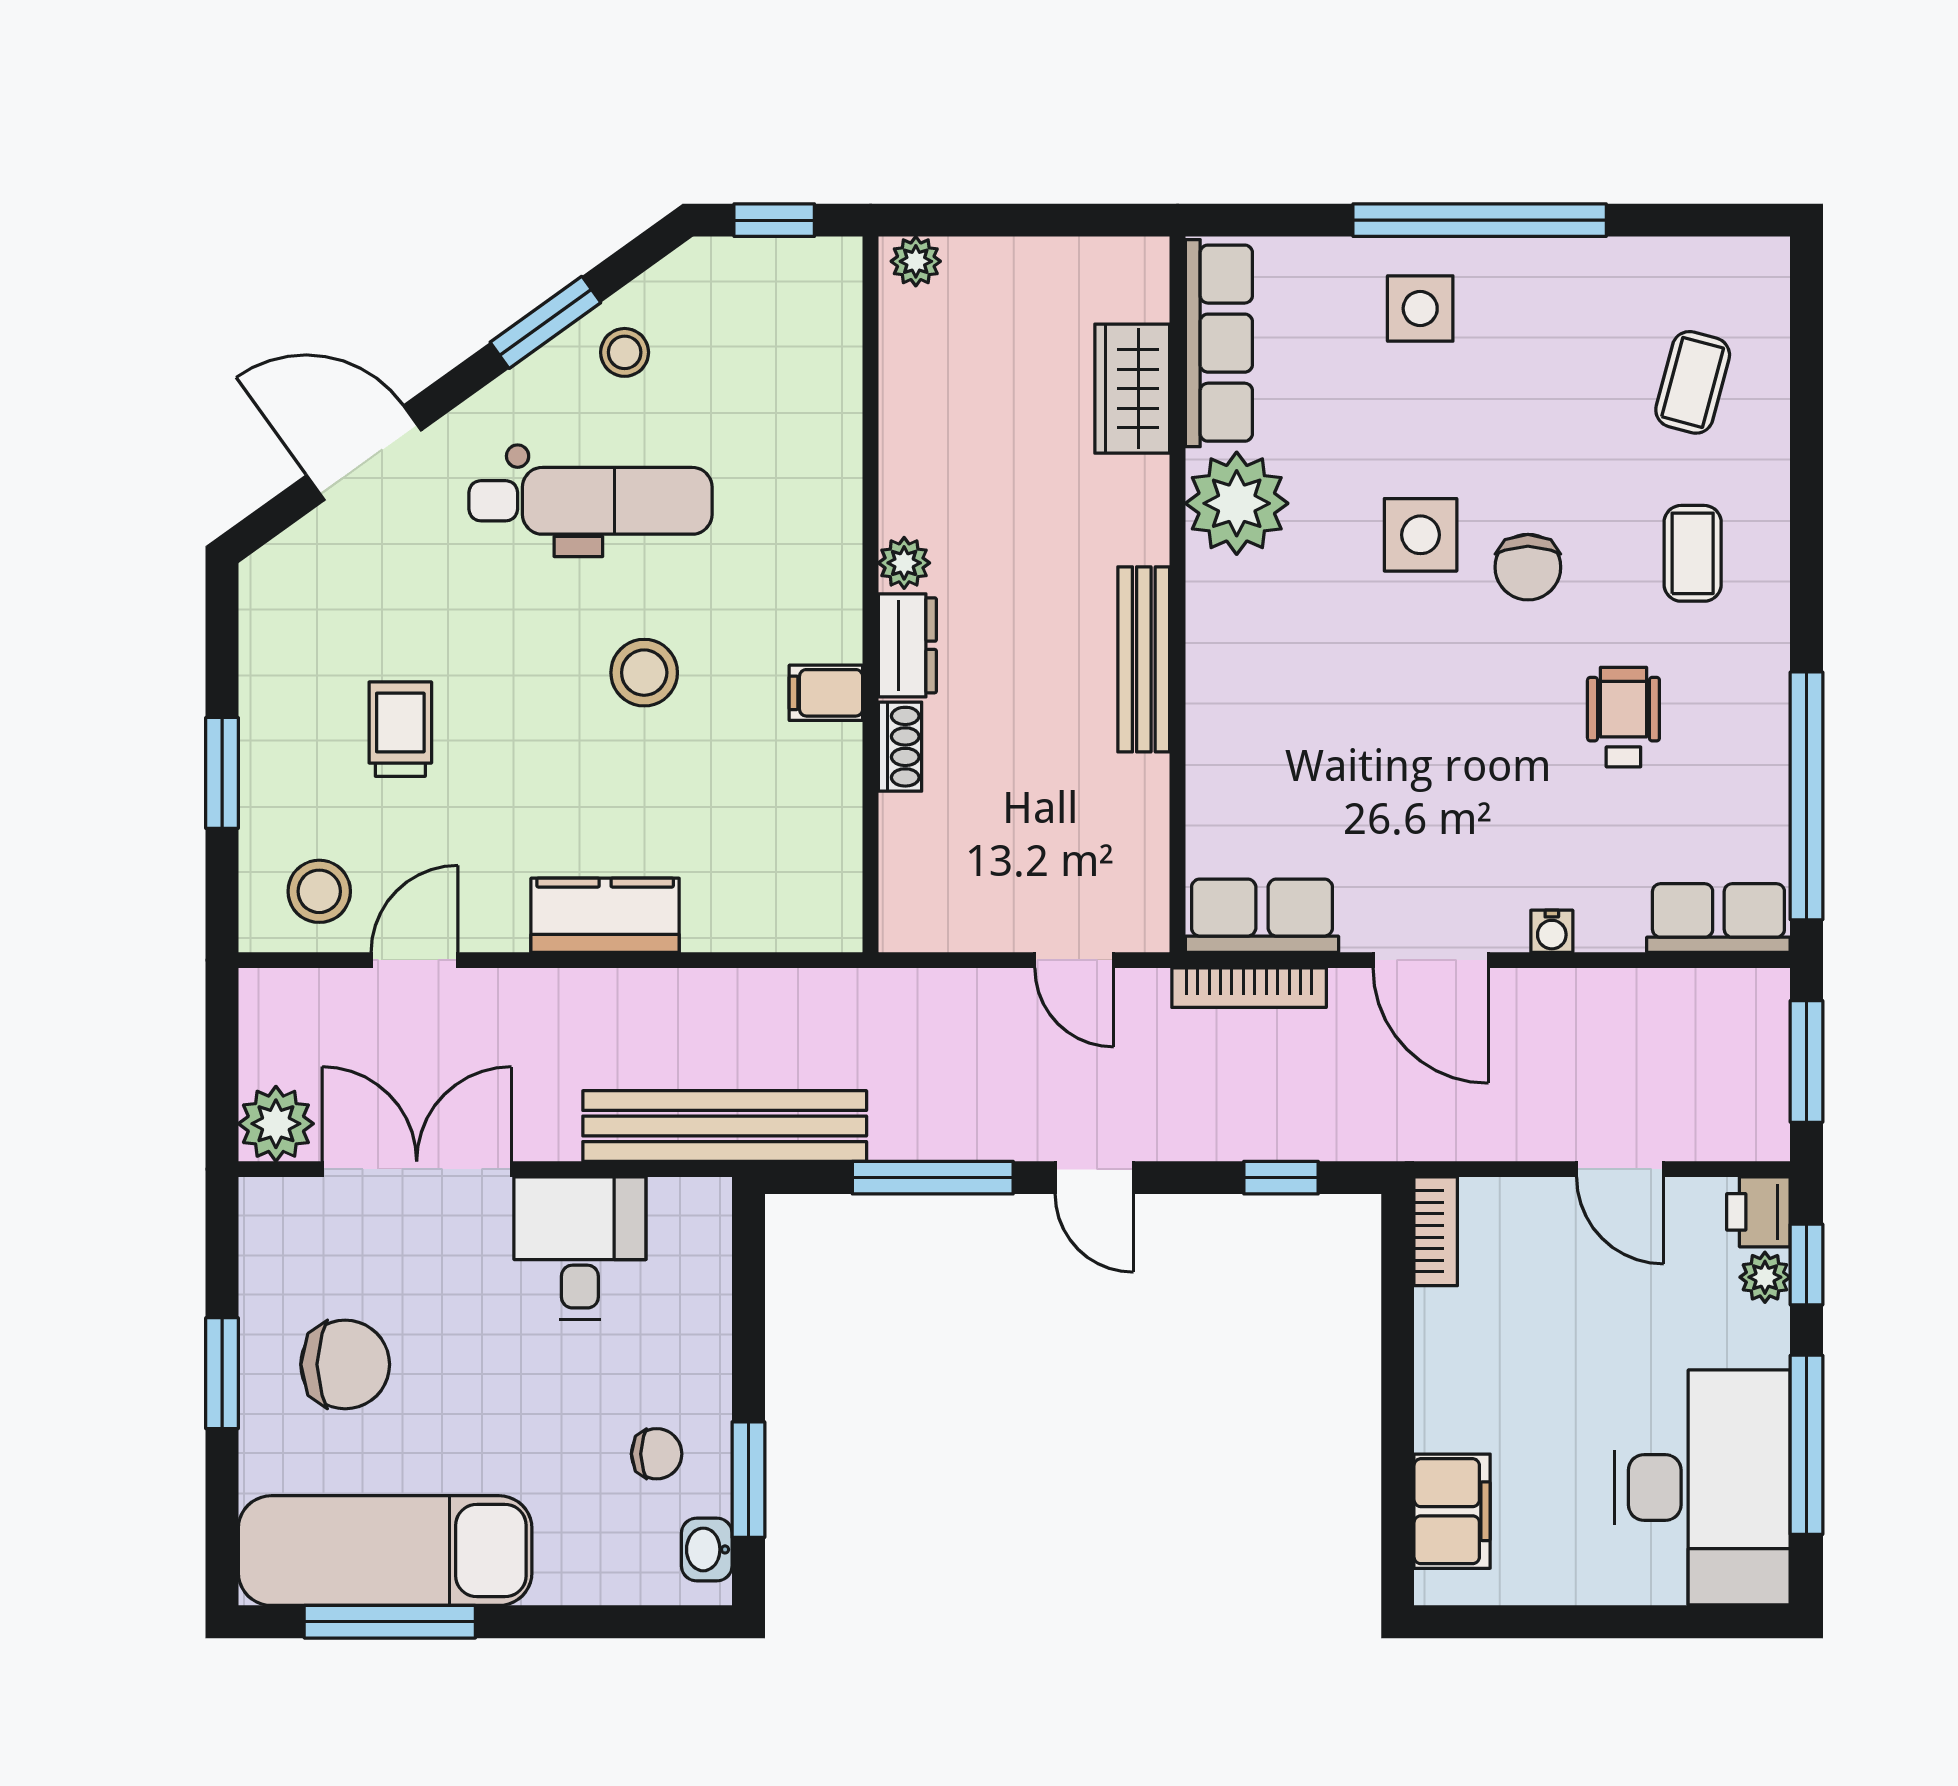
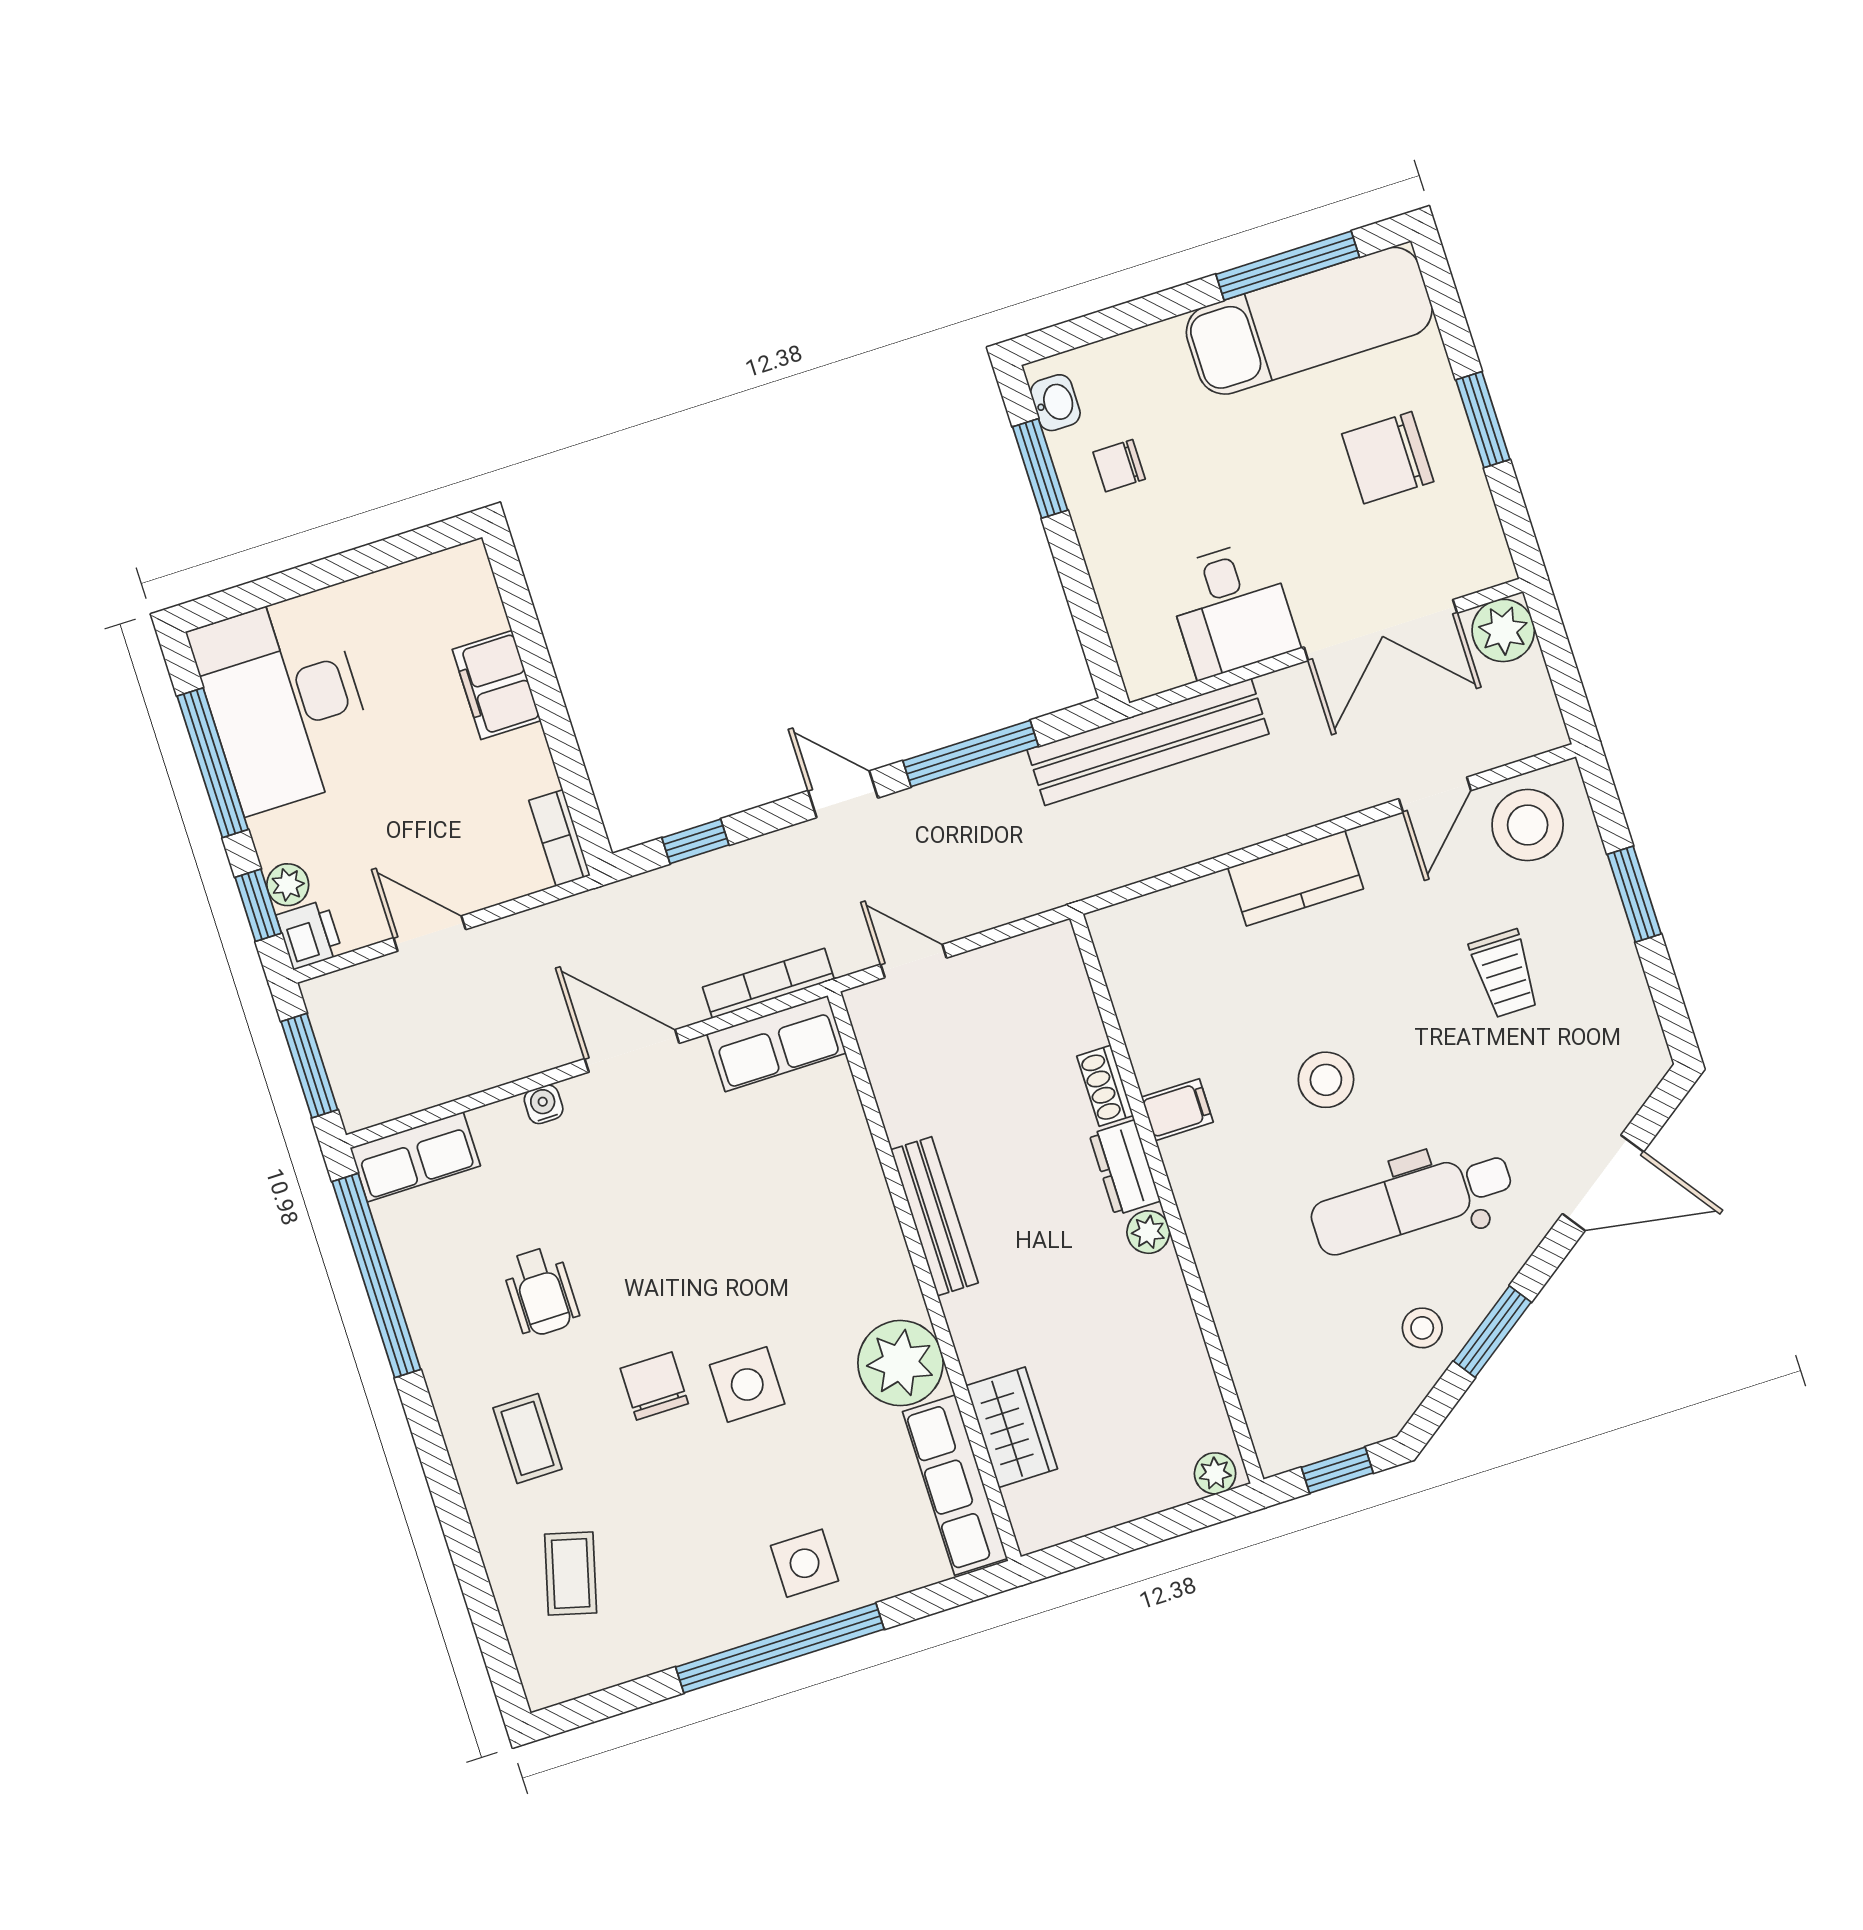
stool: (319, 891) -> (1528, 825), width x1.38, depth x1.38
filing cabinet: (1452, 1511) -> (497, 685), moved

